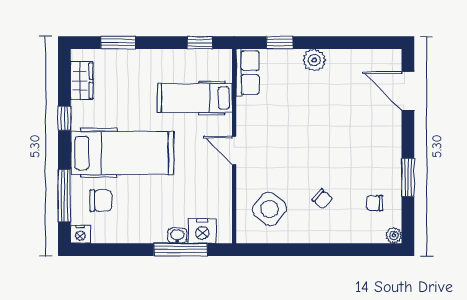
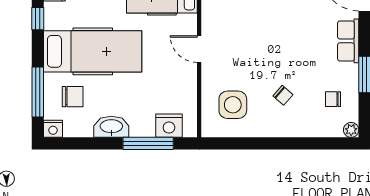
row of seats: (391, 142) -> (348, 41), added
side table: (269, 209) -> (233, 105), turned -38
washbasin: (177, 236) -> (111, 127), moved, width x1.91, depth x1.45

